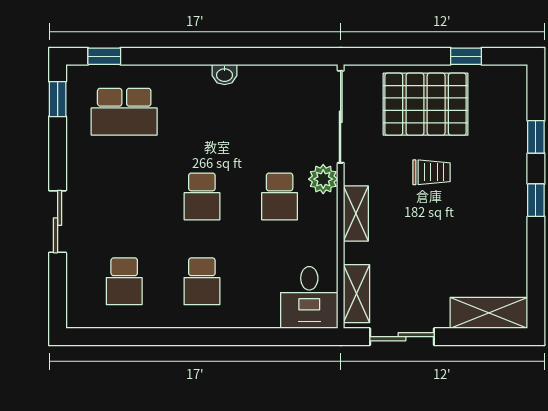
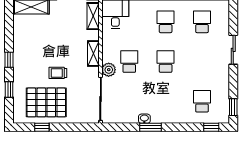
window: (234, 56) -> (151, 127), added
washbasin: (225, 75) -> (144, 119), moved
pallet: (426, 104) -> (46, 102), moved
school desk: (124, 112) -> (202, 101), width x0.54

